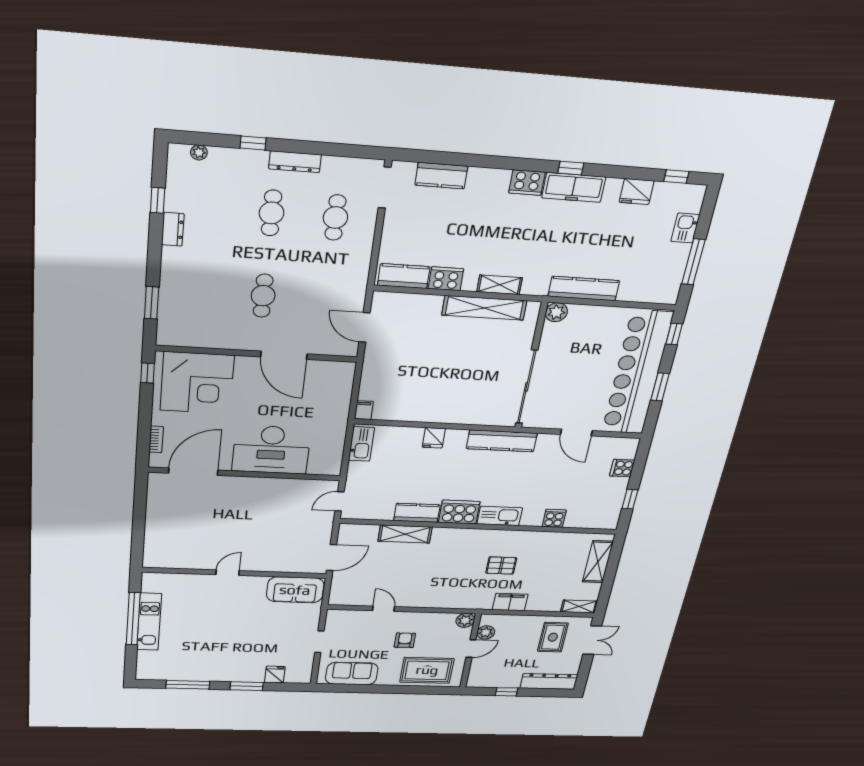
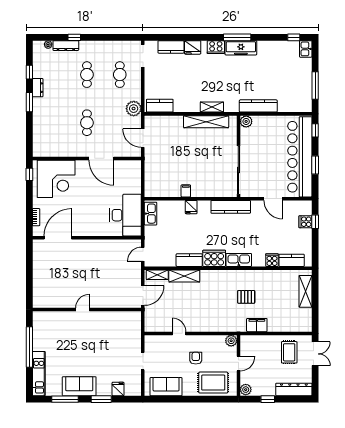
dresser: (295, 162) -> (66, 46), moved
window: (571, 168) -> (237, 37), width x2.17
fridge: (637, 192) -> (193, 47), moved
kitchen sink: (685, 228) -> (306, 49), moved
plant: (354, 278) -> (134, 109), added
cooker: (446, 279) -> (182, 106), removed
window: (152, 303) -> (29, 102), moved
filing cabinet: (364, 410) -> (186, 191), moved
desk: (271, 450) -> (126, 215), moved, turned -90
window: (630, 499) -> (315, 222), moved
kitchen counter: (586, 520) -> (292, 260), added
sofa: (295, 590) -> (79, 386), moved, turned 180
shelving: (579, 607) -> (157, 275), moved
kitchen unit: (149, 622) -> (39, 374), moved
plant: (486, 632) -> (246, 390), moved

